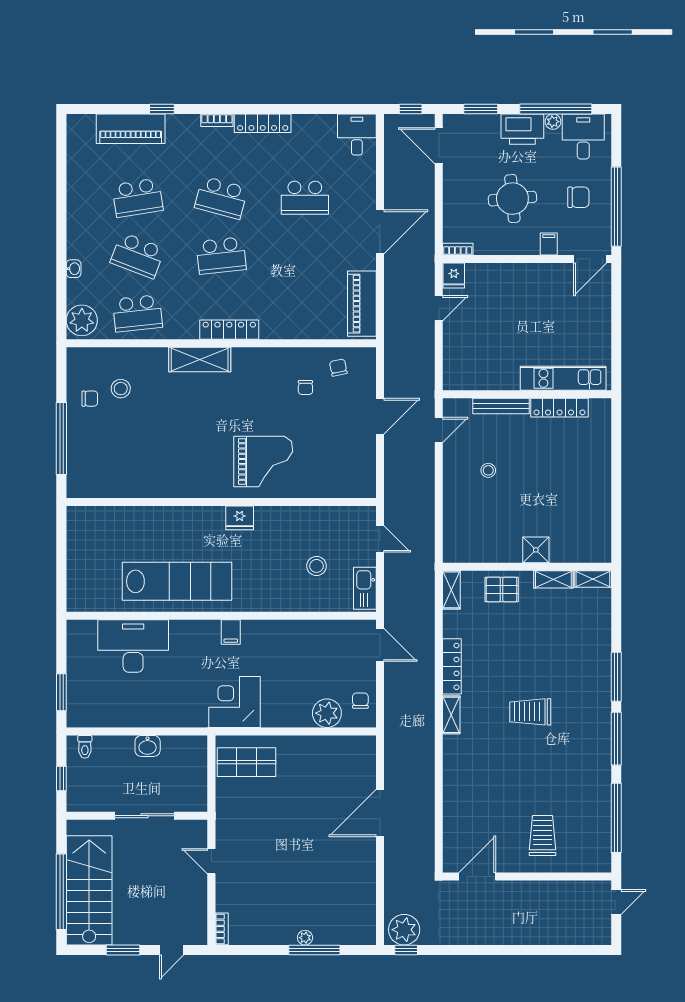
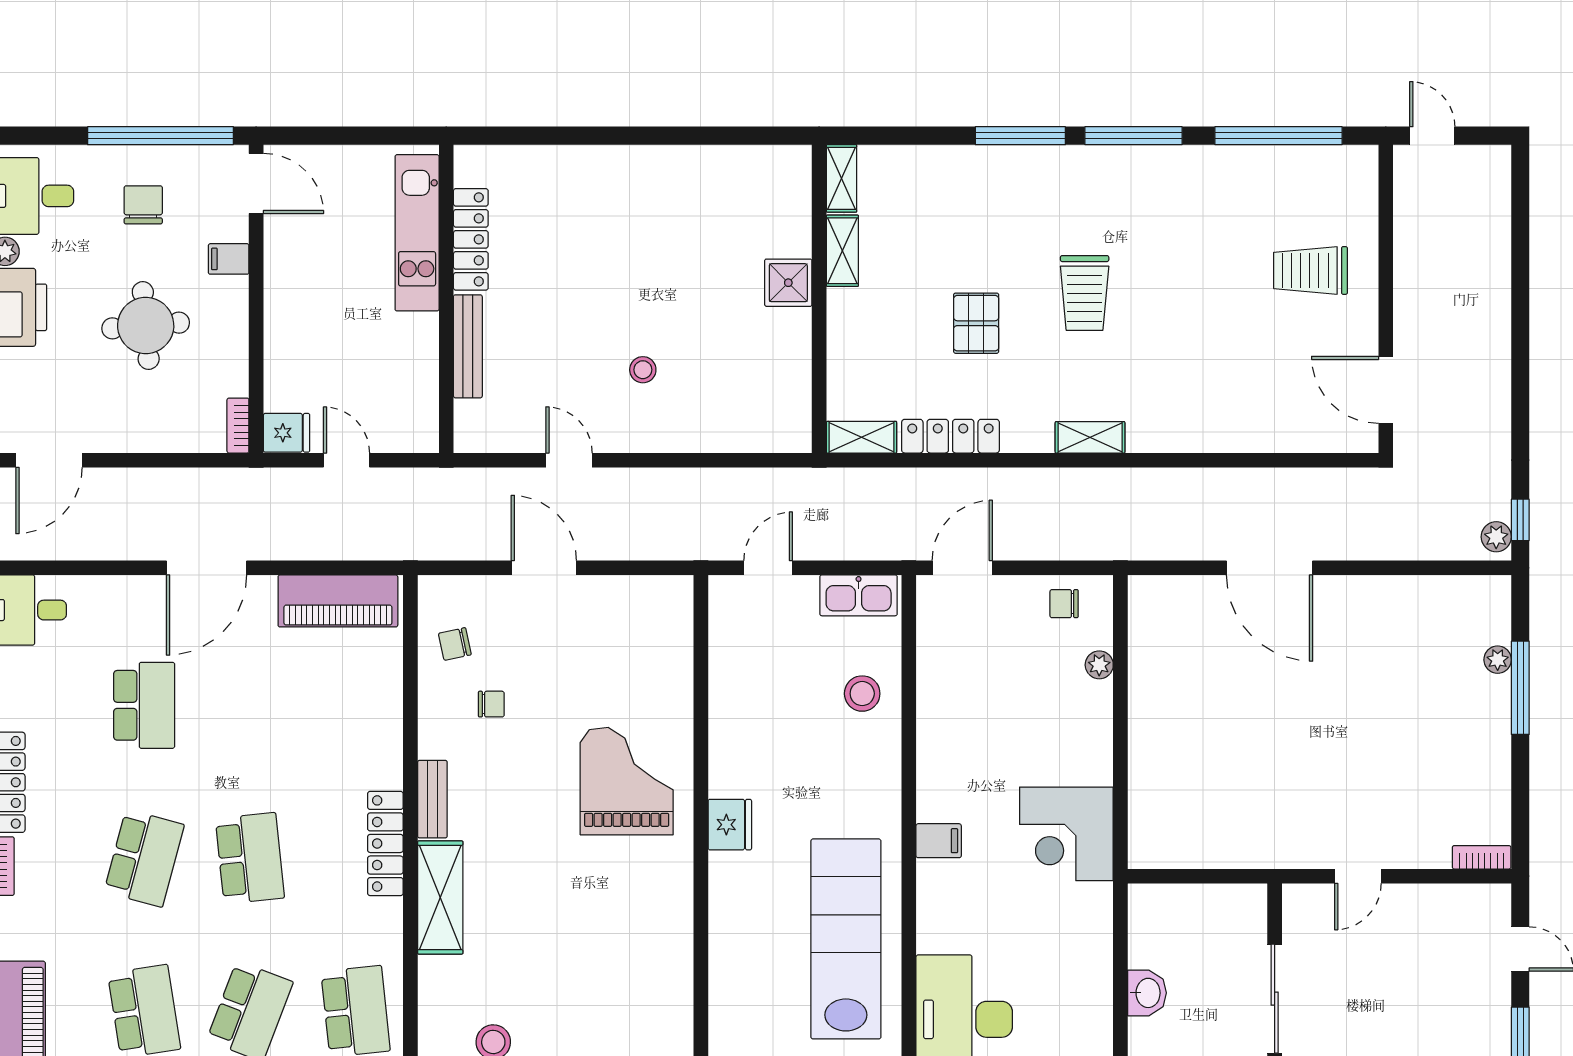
door: (380, 232) -> (207, 568), swing flipped
bench: (253, 355) -> (432, 799), added
kitchen unit: (563, 378) -> (417, 233), moved
wall: (527, 394) -> (446, 299), moved
bench: (501, 406) -> (468, 346), moved
locker: (560, 408) -> (471, 239), moved
stool: (317, 566) -> (862, 694), moved
pallet: (502, 590) -> (976, 323), moved
locker: (452, 666) -> (950, 436), moved
plant: (327, 713) -> (1099, 665), width x0.53, depth x0.53
shop shelf: (246, 762) -> (1177, 812), removed
plant: (404, 930) -> (1496, 537), width x0.53, depth x0.53
plant: (305, 938) -> (1498, 660), moved

